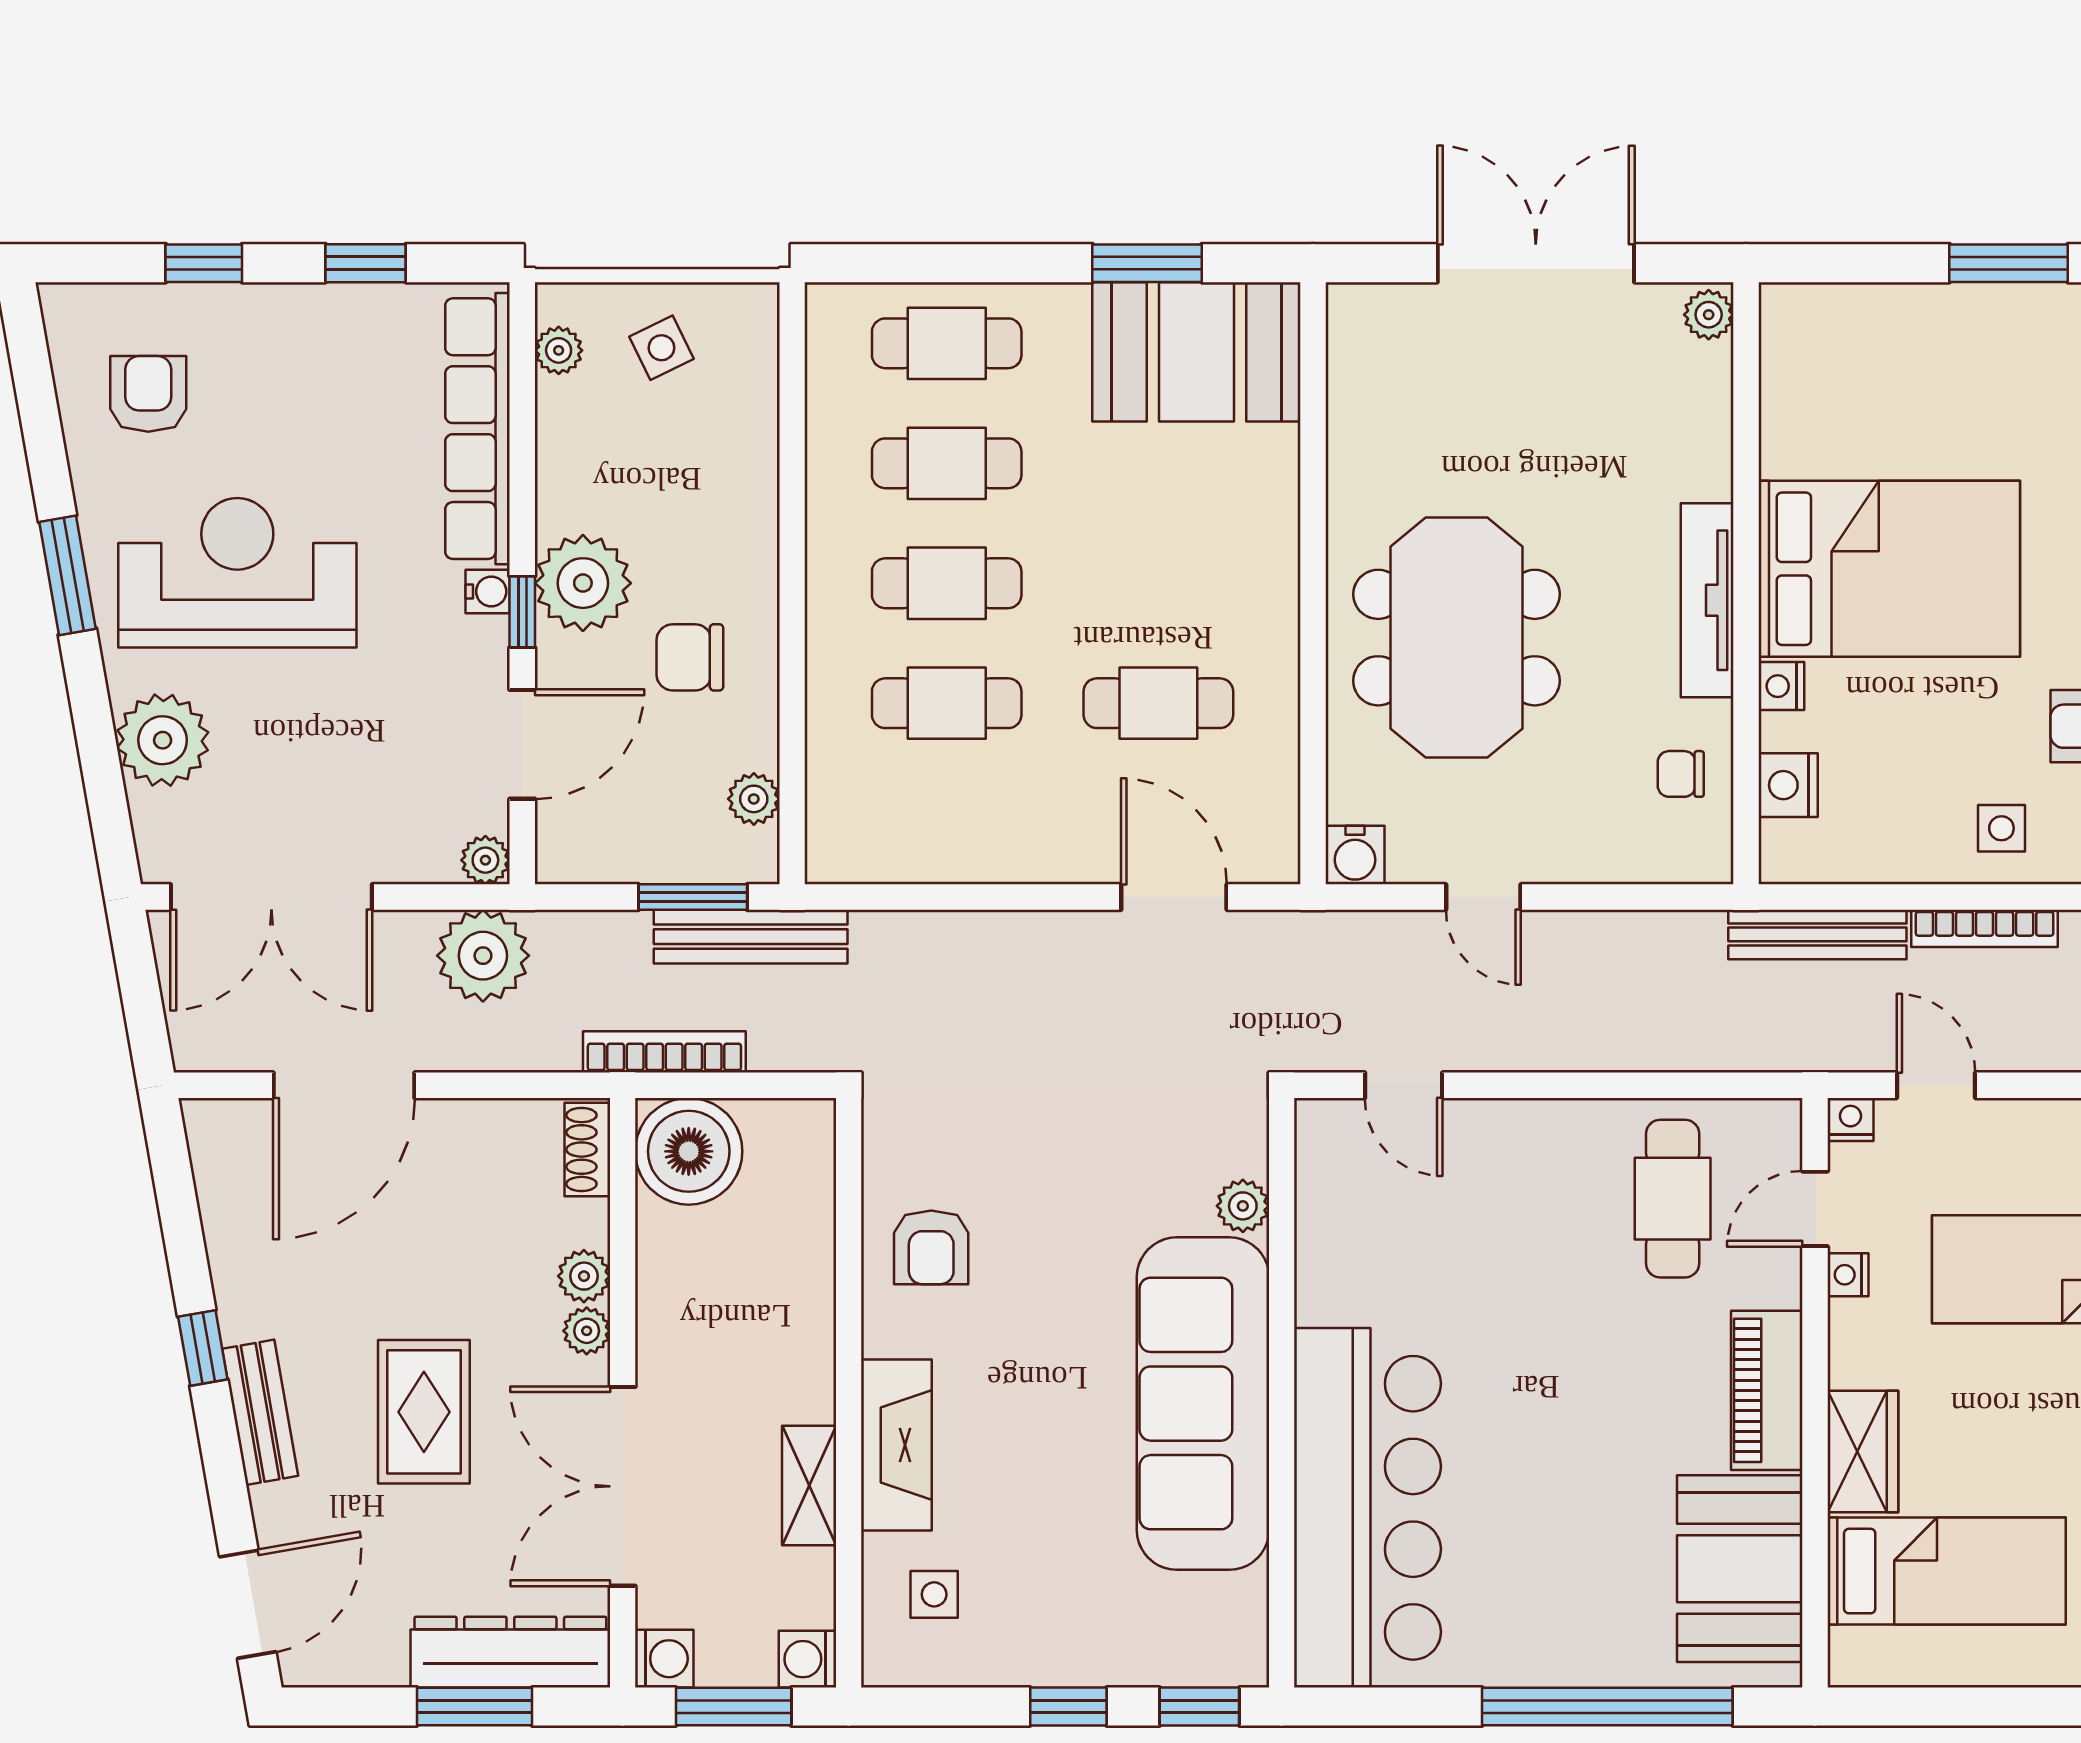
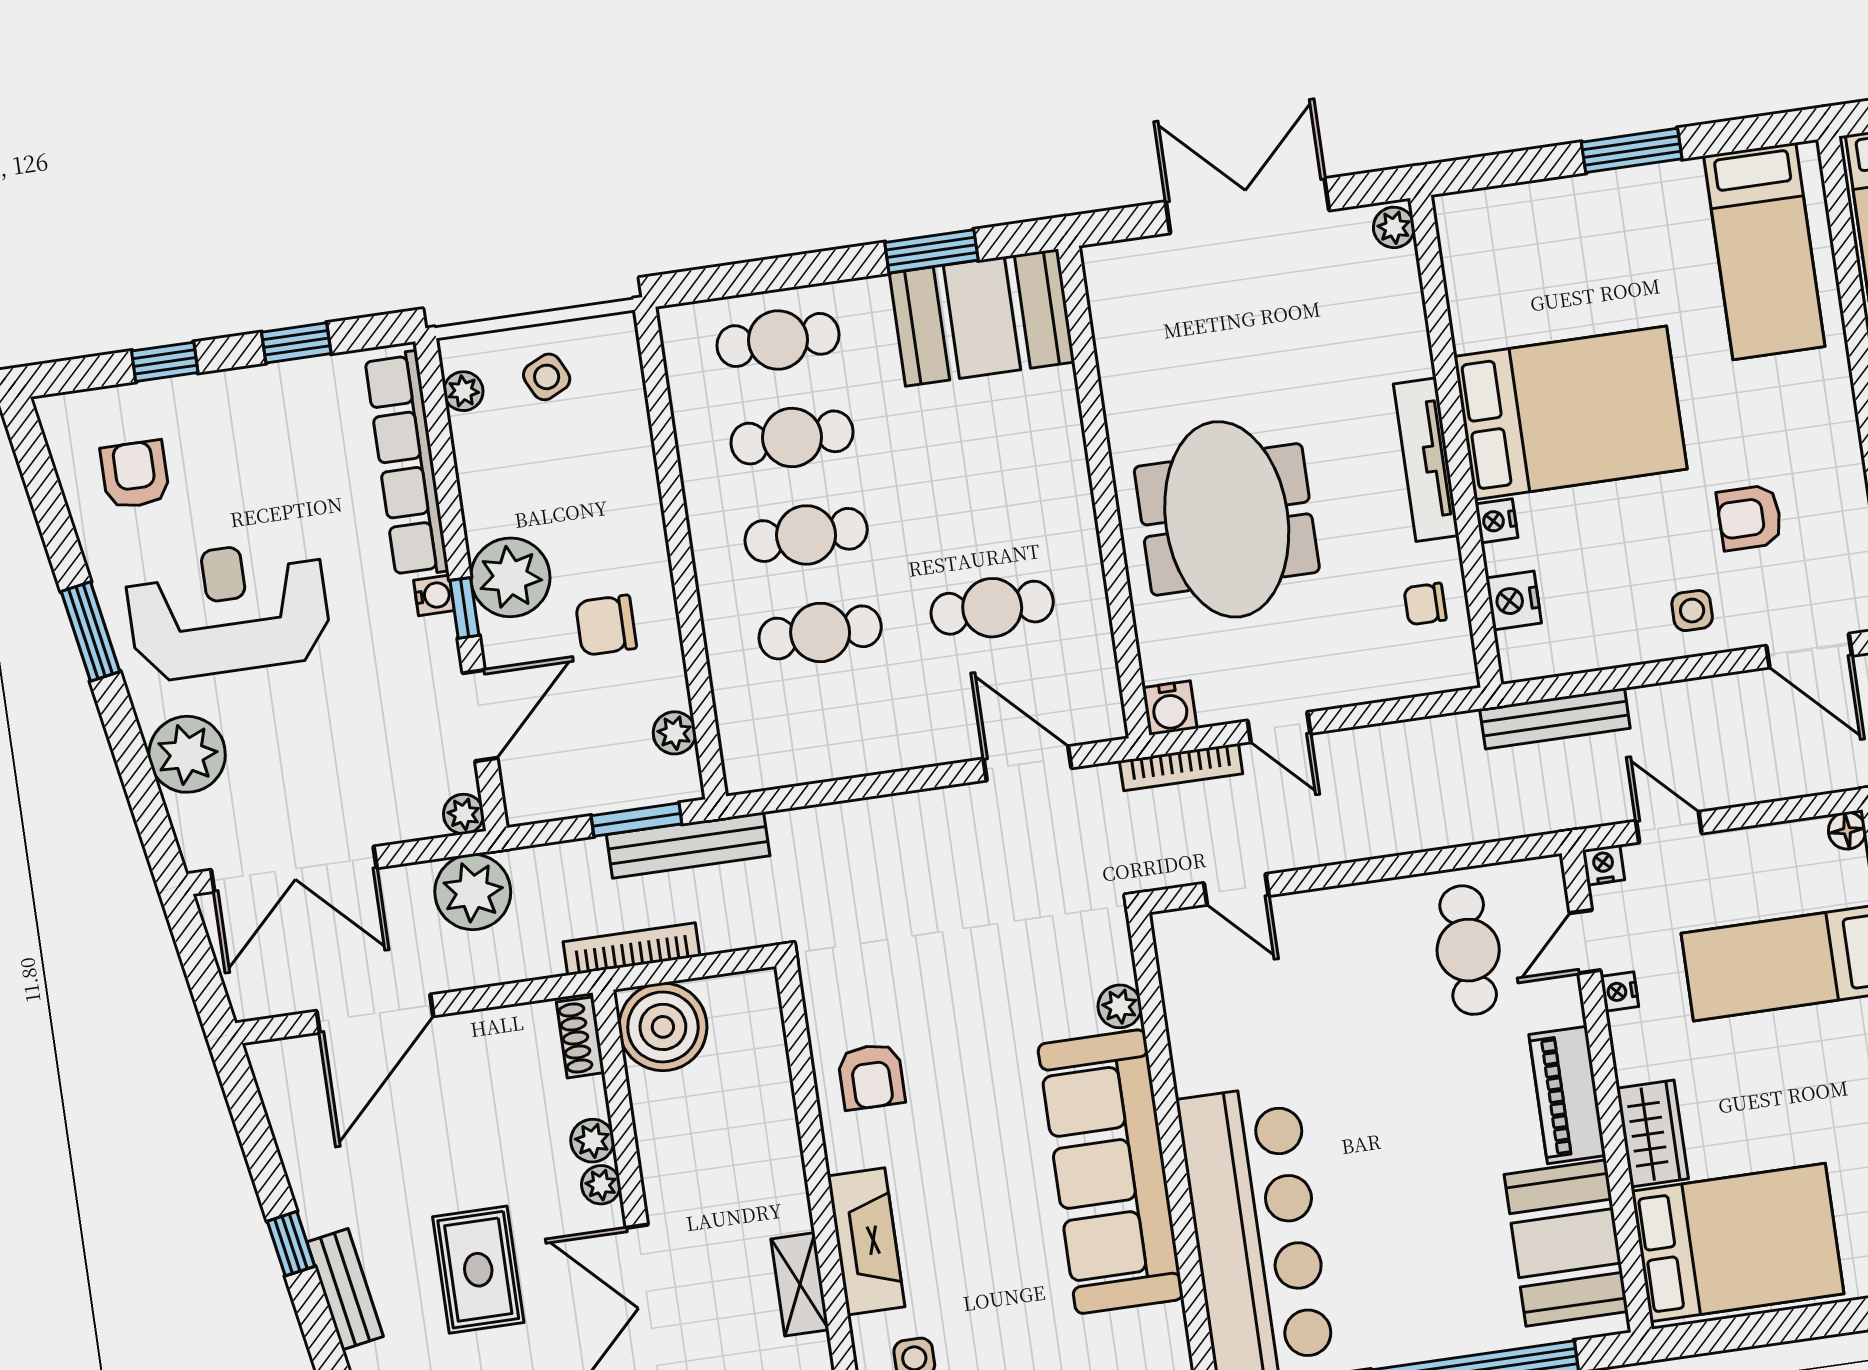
bookcase: (1985, 928) -> (1181, 767), moved
bed: (1947, 1571) -> (1738, 1243), width x1.50

